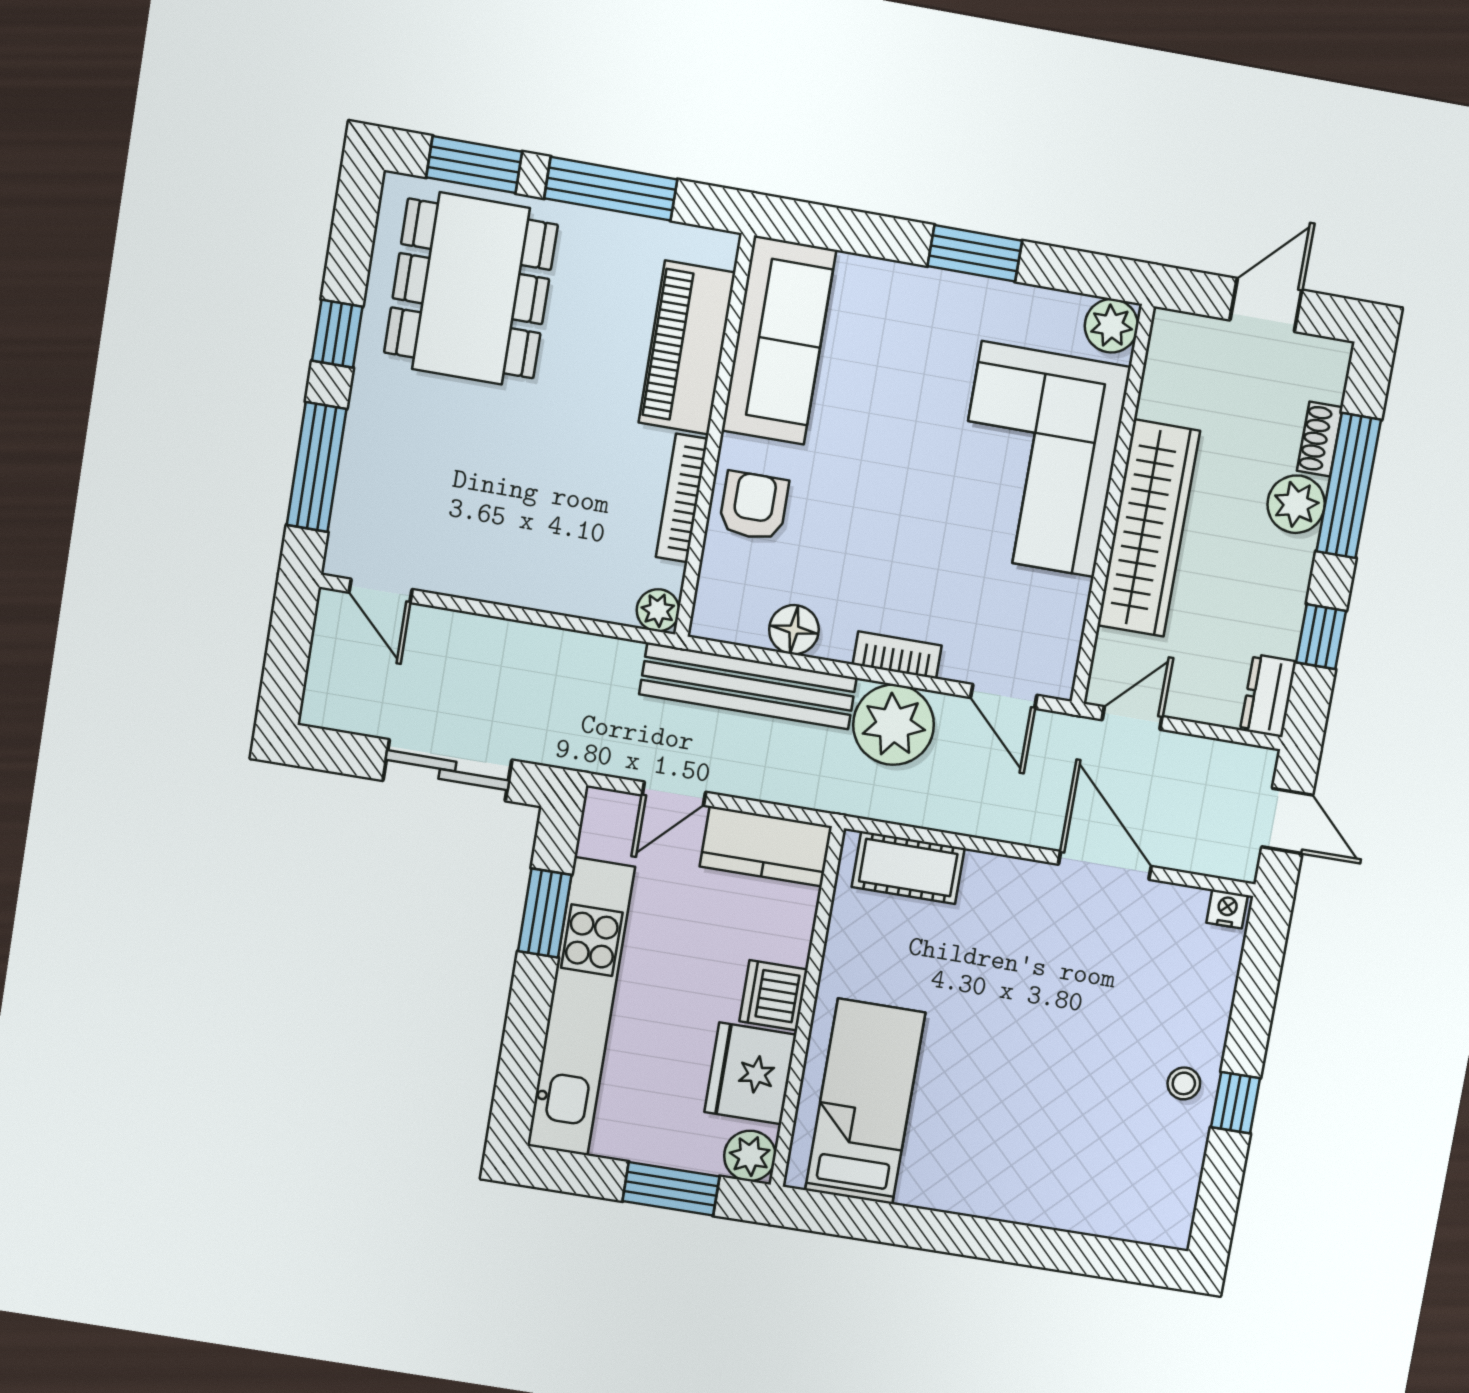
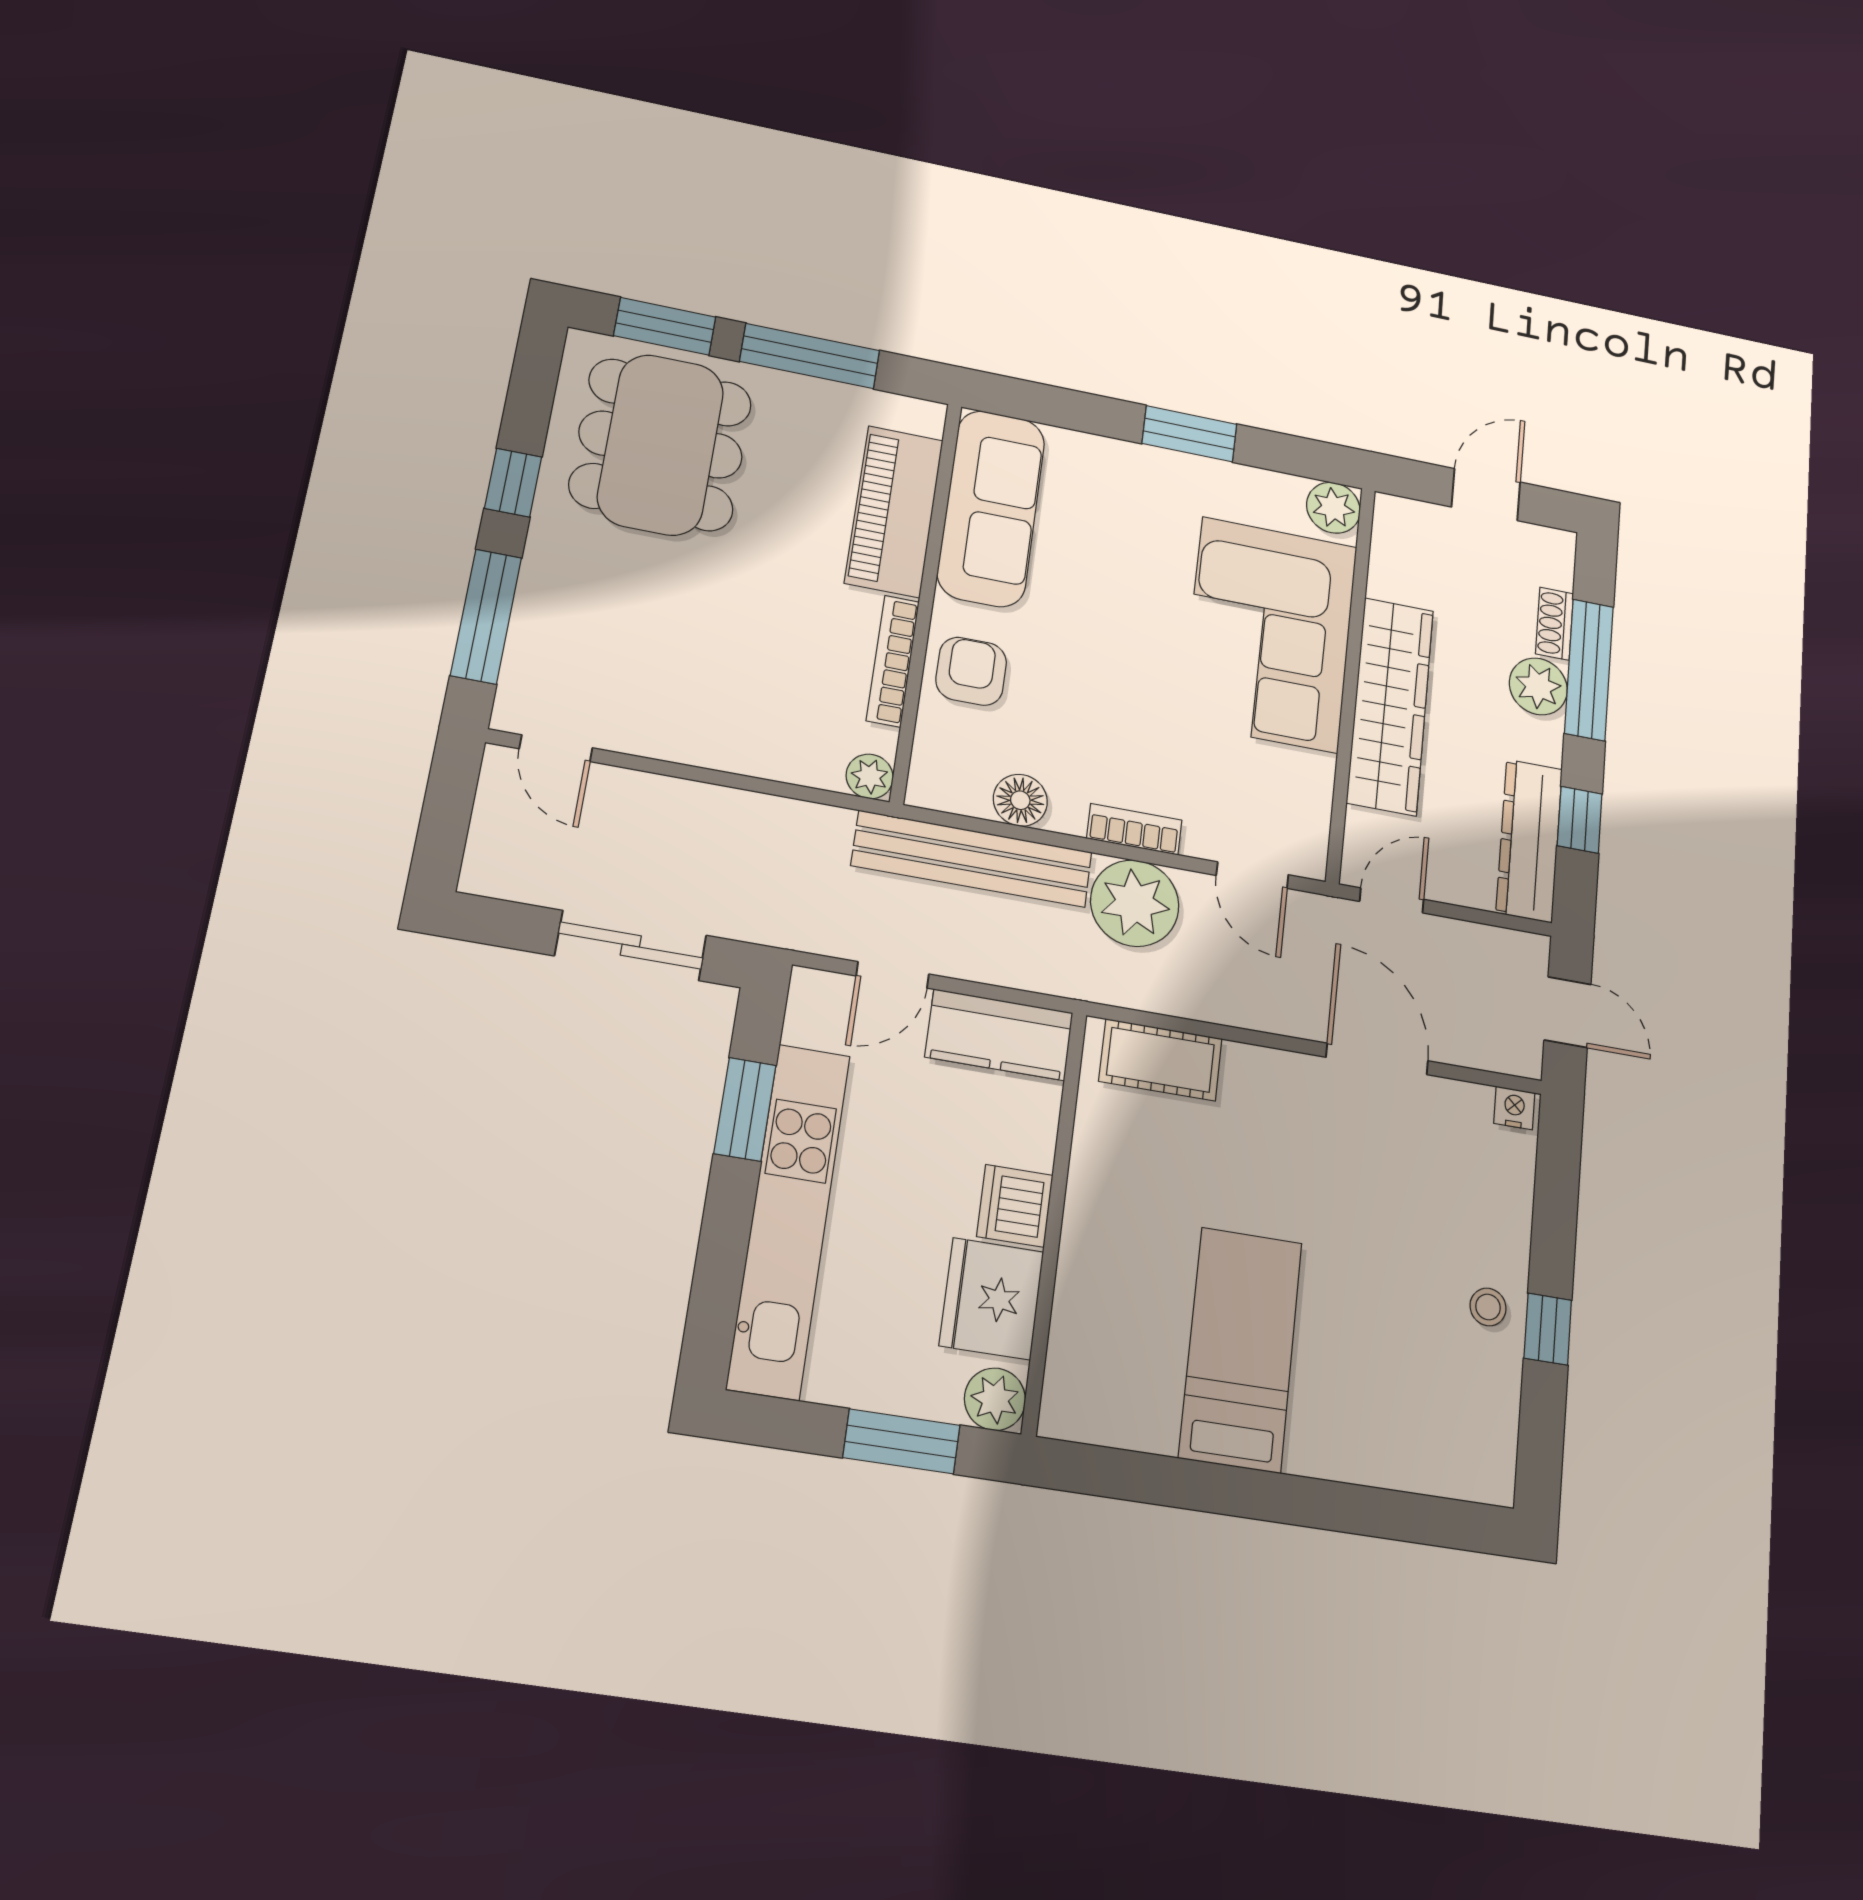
dresser: (1268, 696) -> (1529, 841), width x1.96, depth x1.24
bed: (865, 1102) -> (1241, 1349), moved

